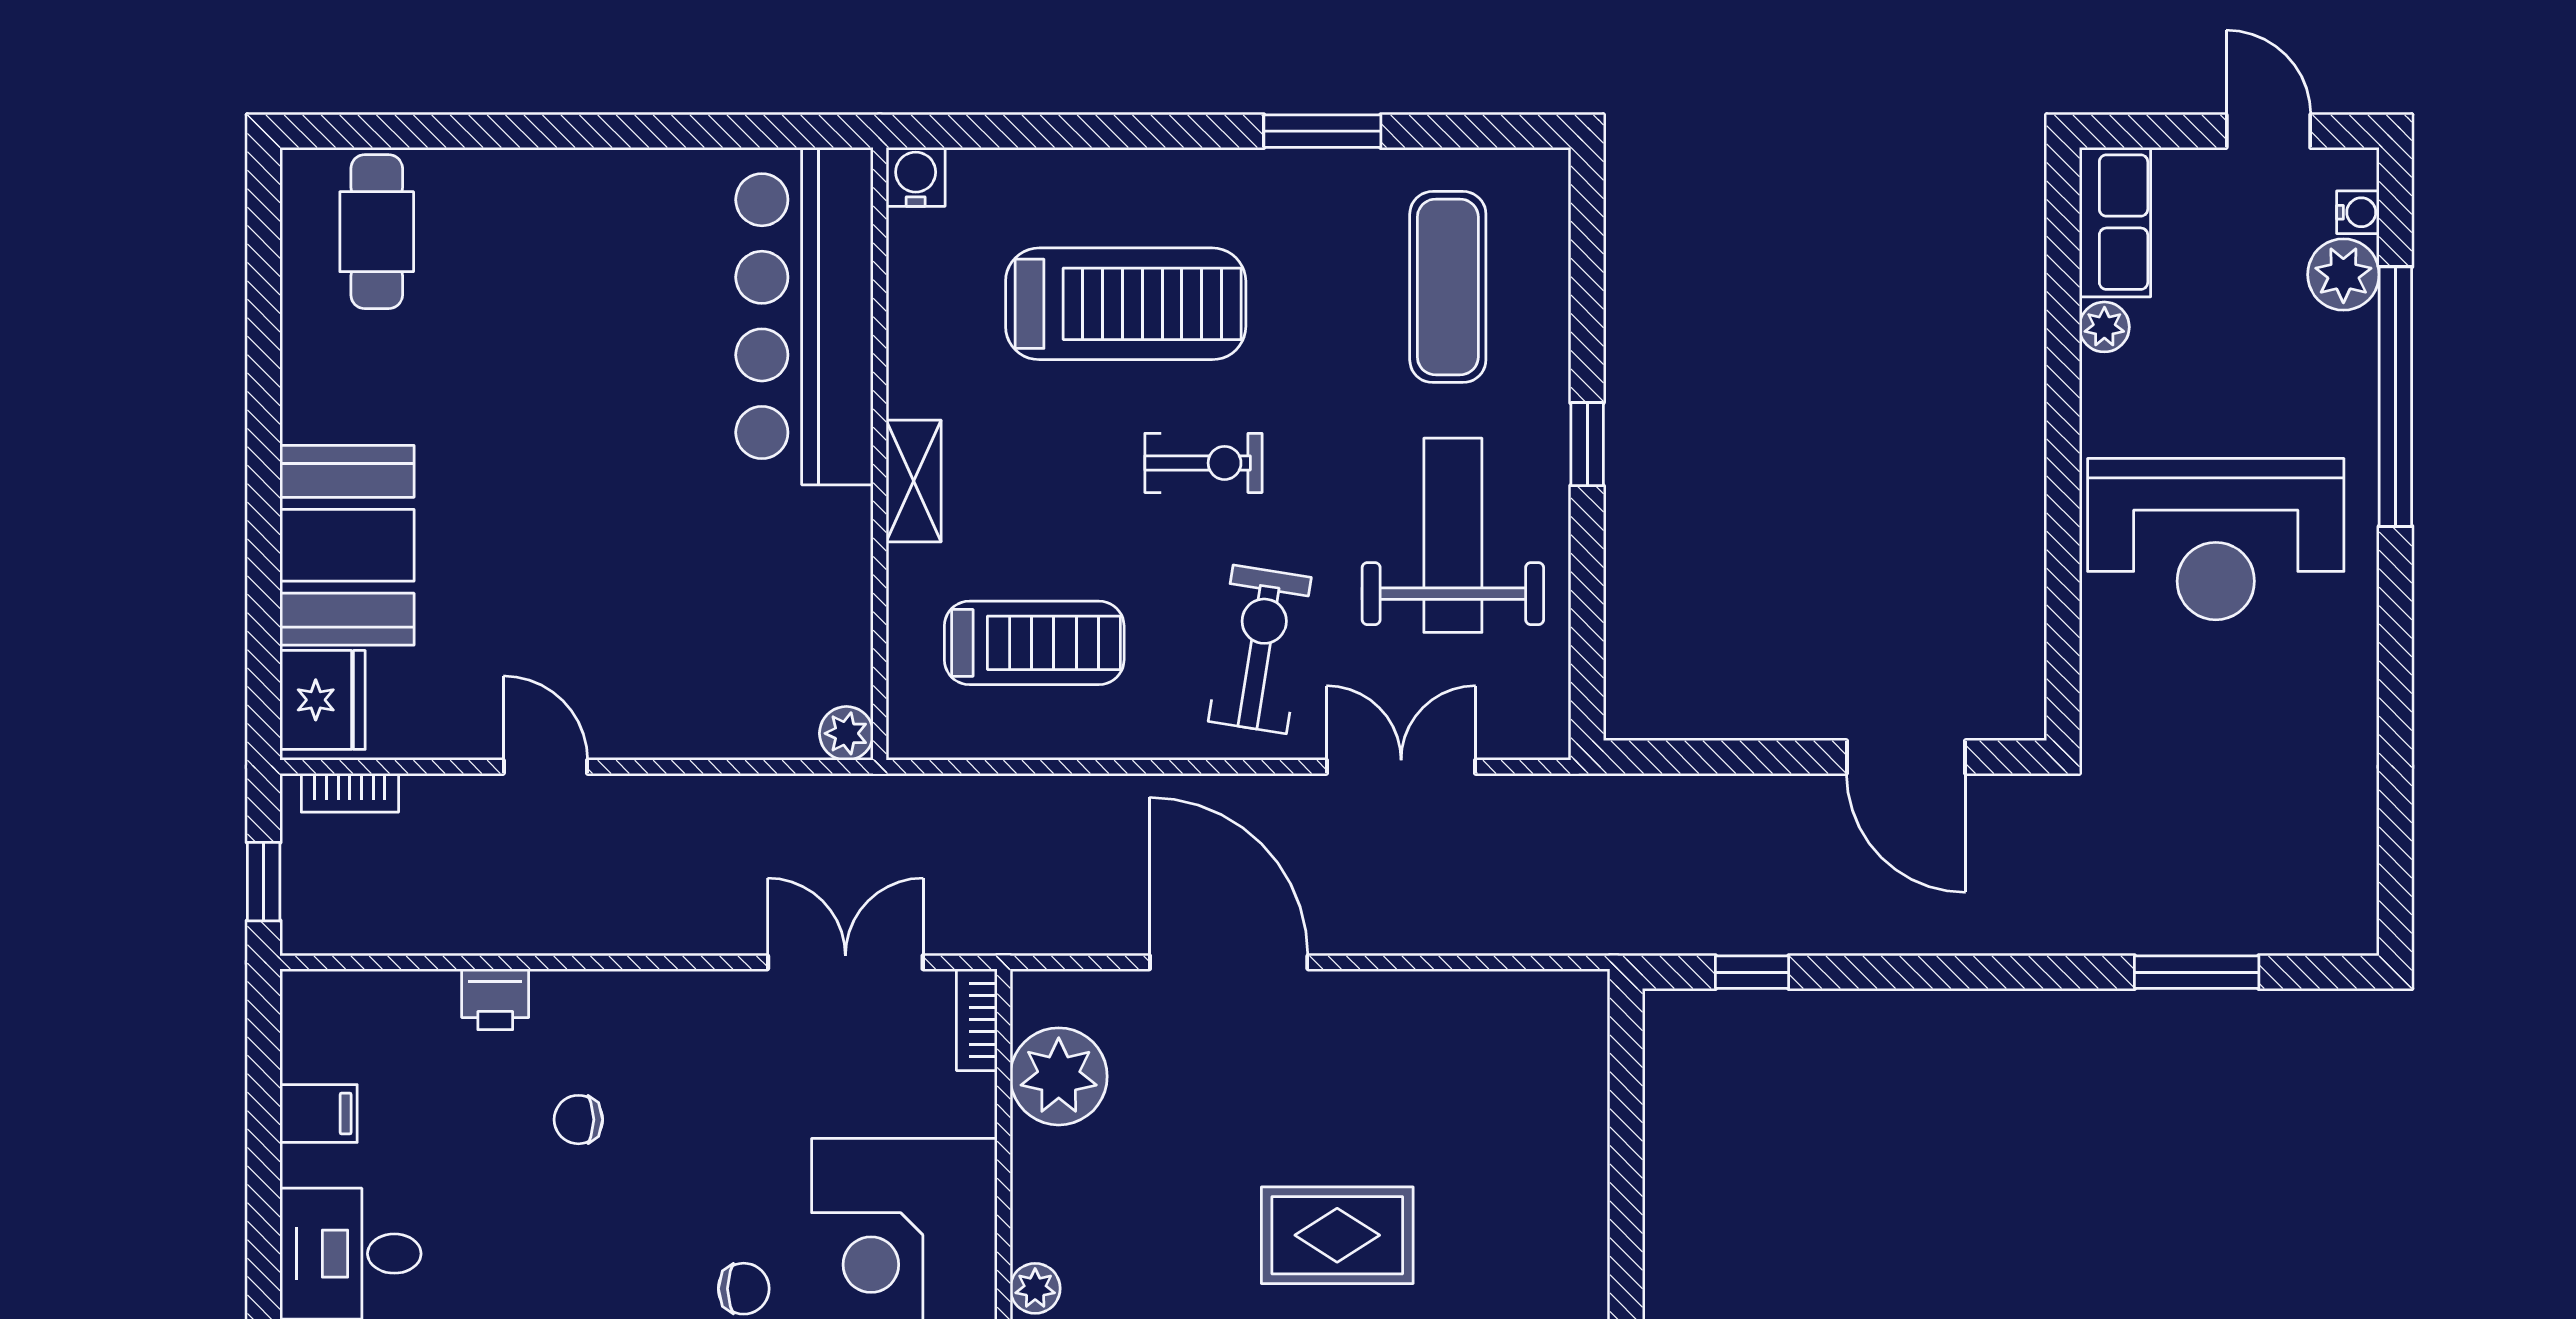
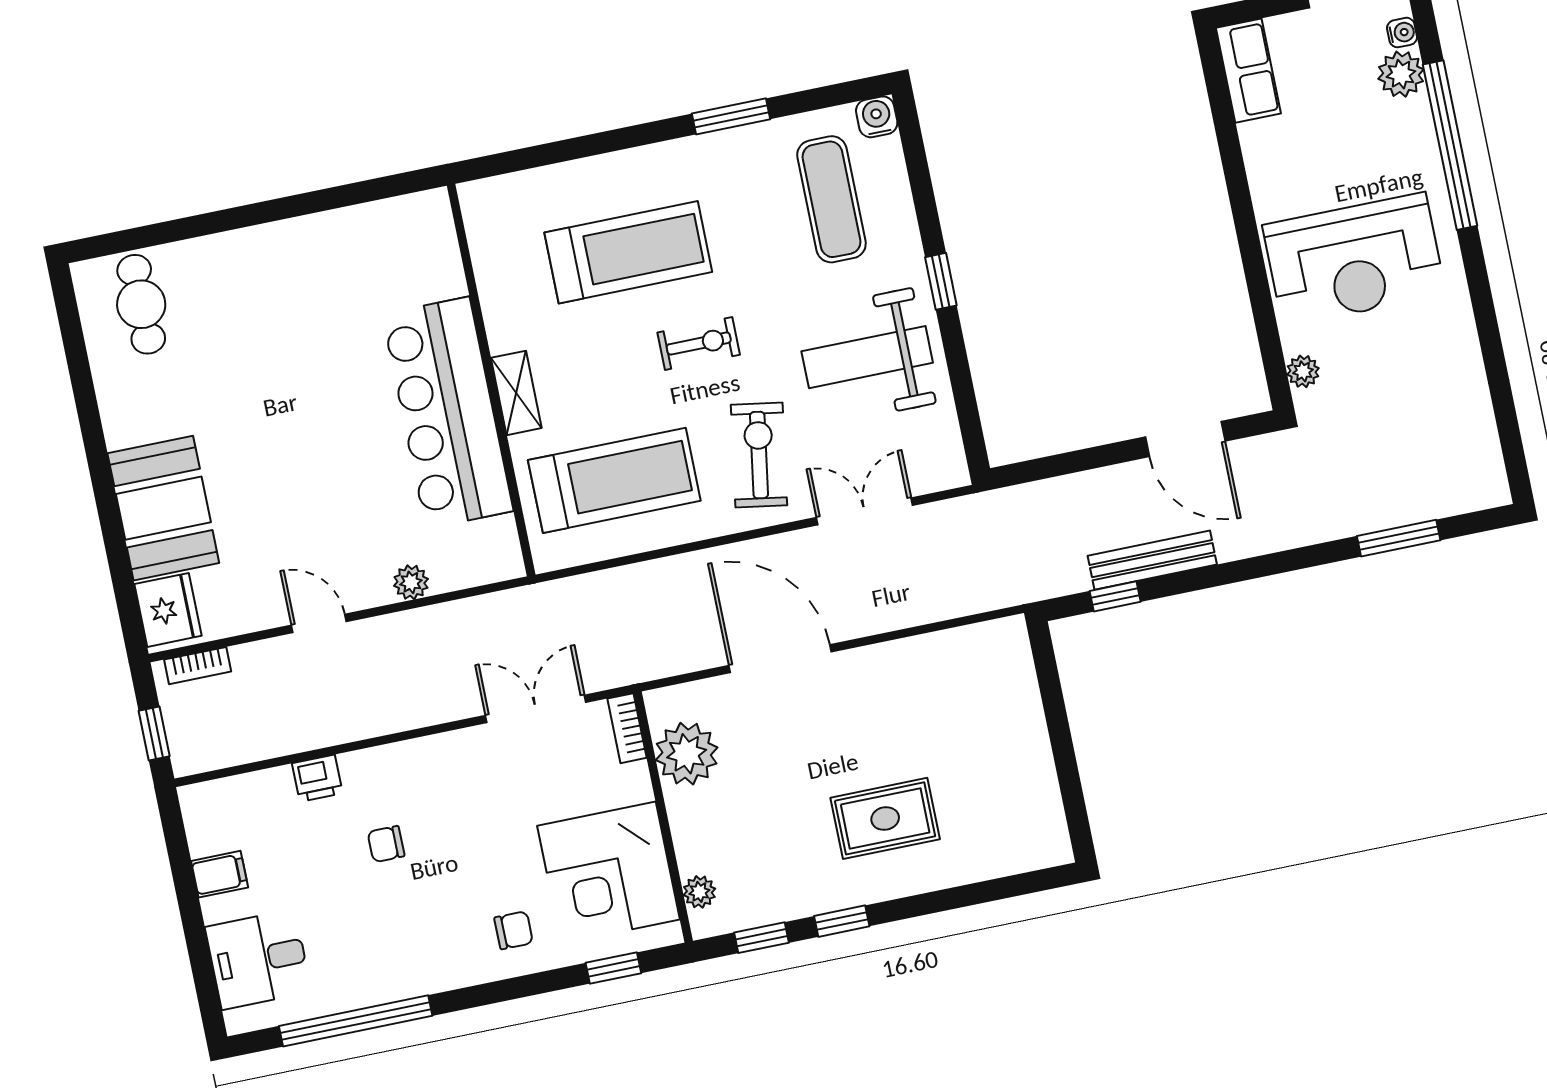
water cooler: (916, 177) -> (877, 117), moved
bar counter: (804, 316) -> (448, 413), moved
plant: (2104, 327) -> (1303, 371), moved
weight bench: (1453, 535) -> (867, 357), turned -90
treadmill: (1034, 643) -> (614, 480), width x1.37, depth x1.38
plant: (846, 733) -> (411, 582), moved
bench: (1819, 929) -> (1152, 560), added

